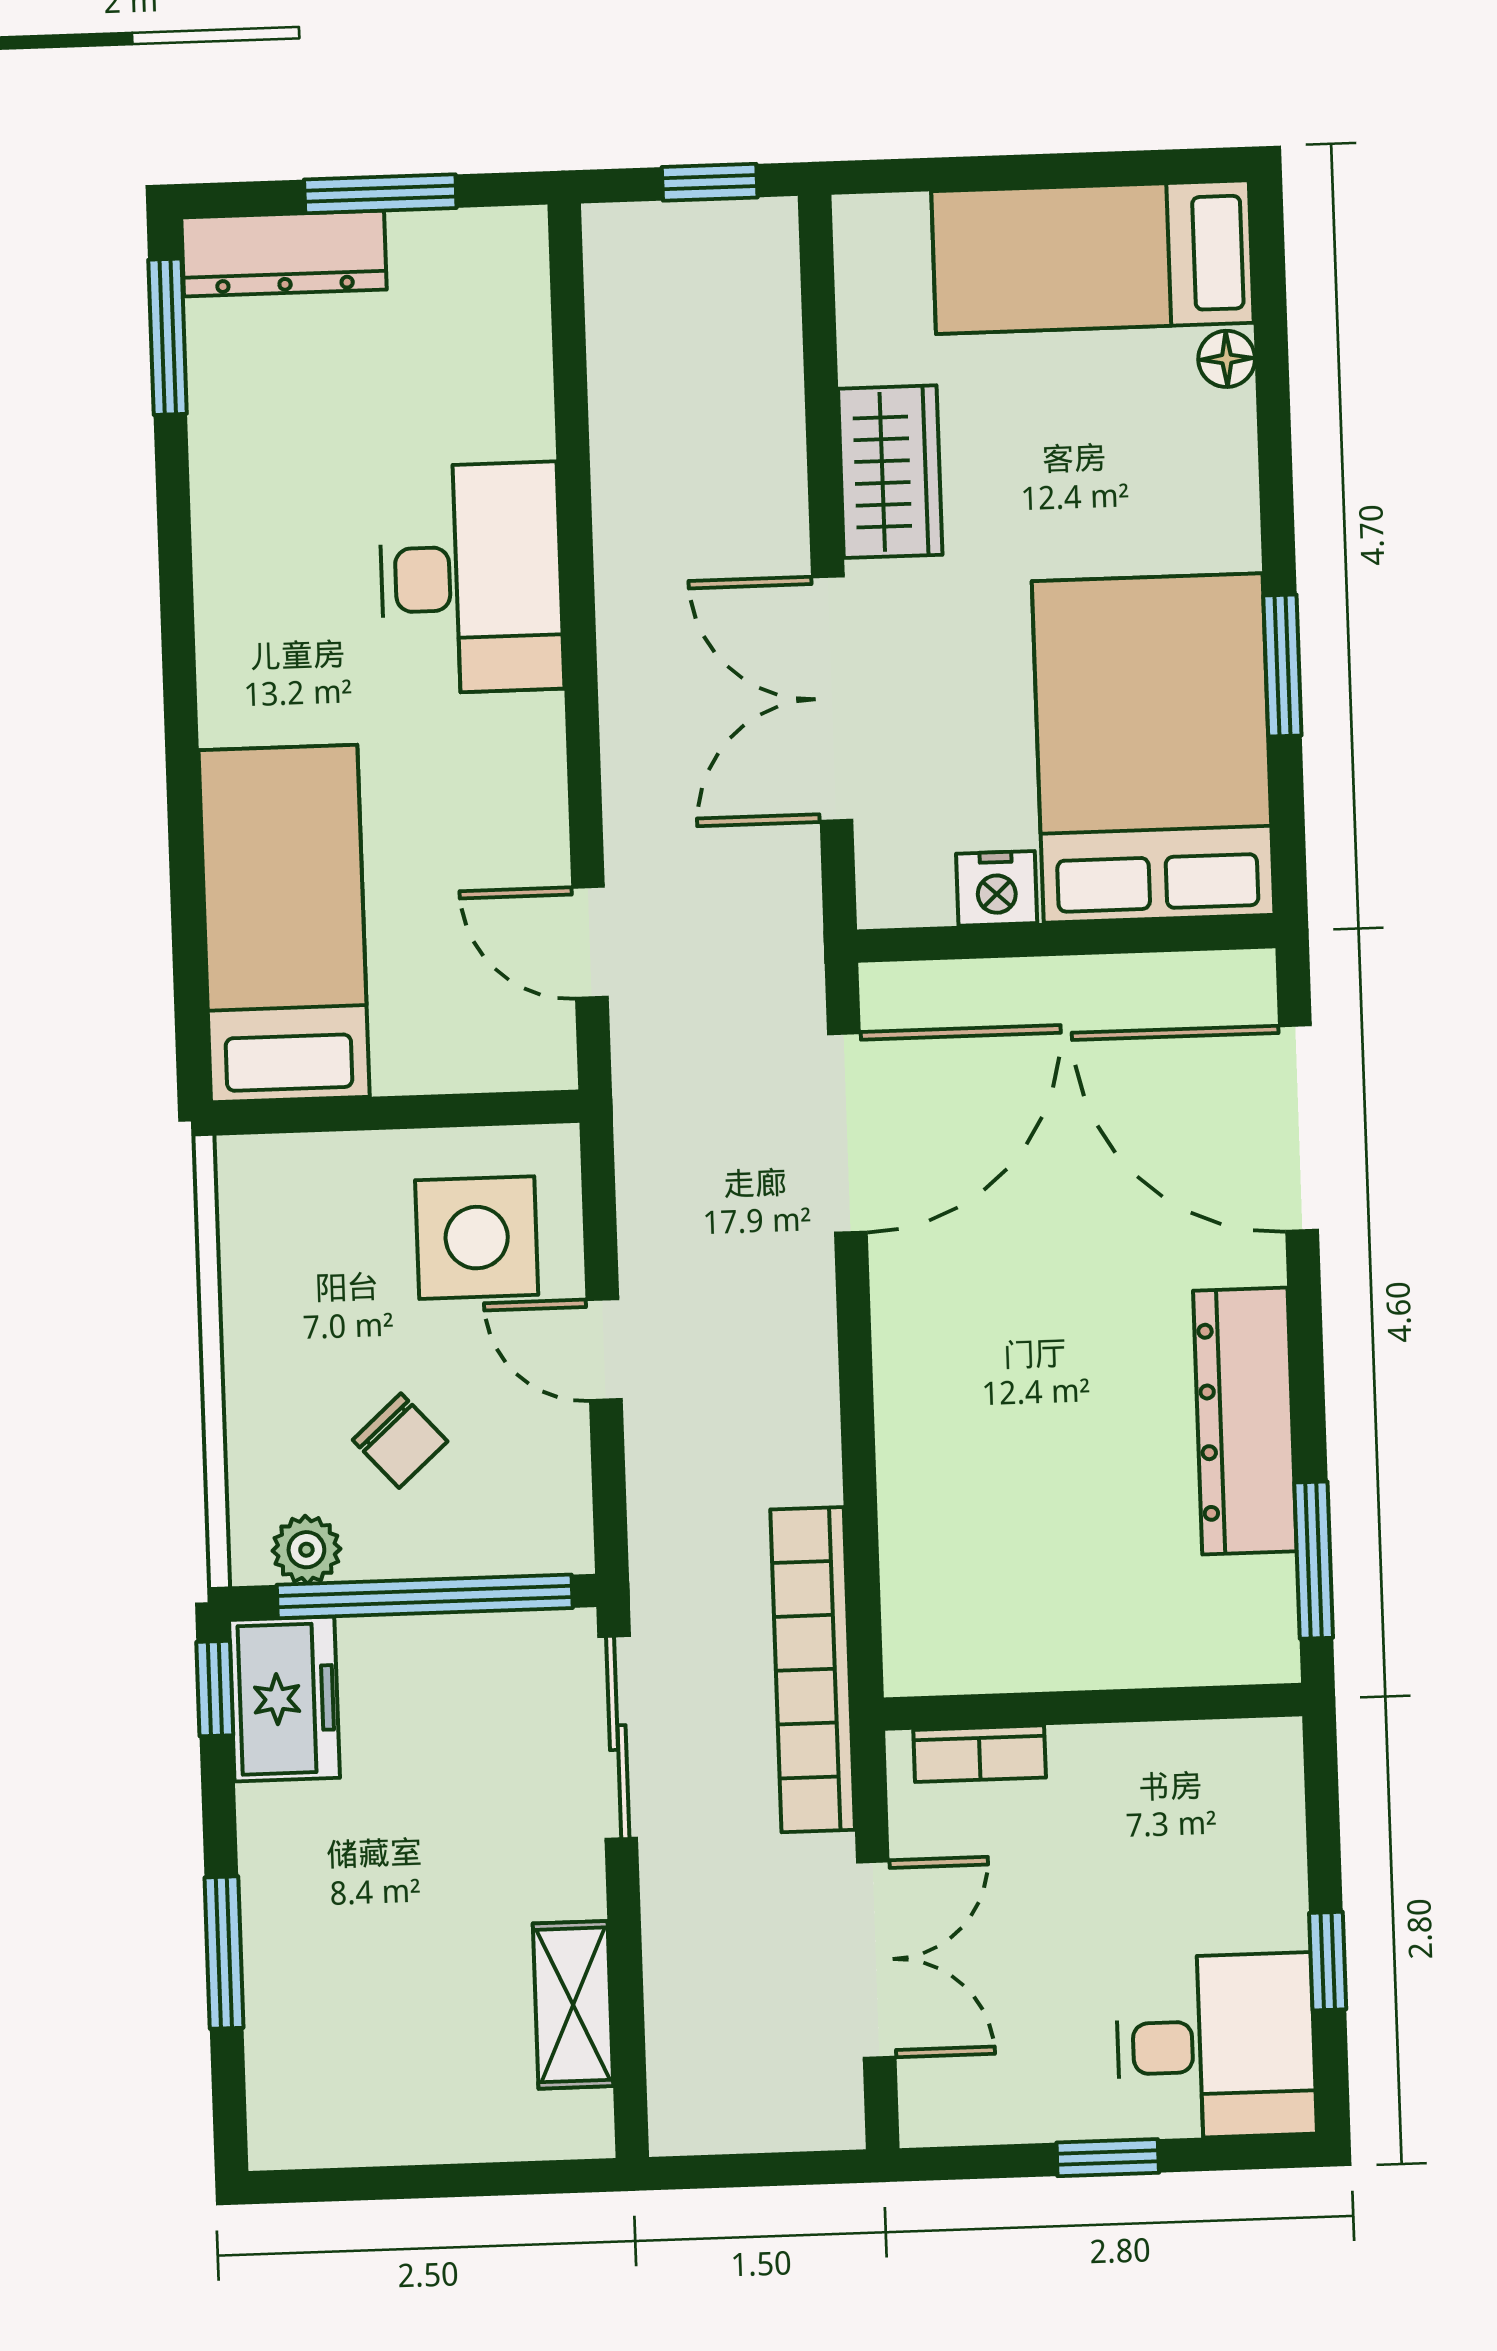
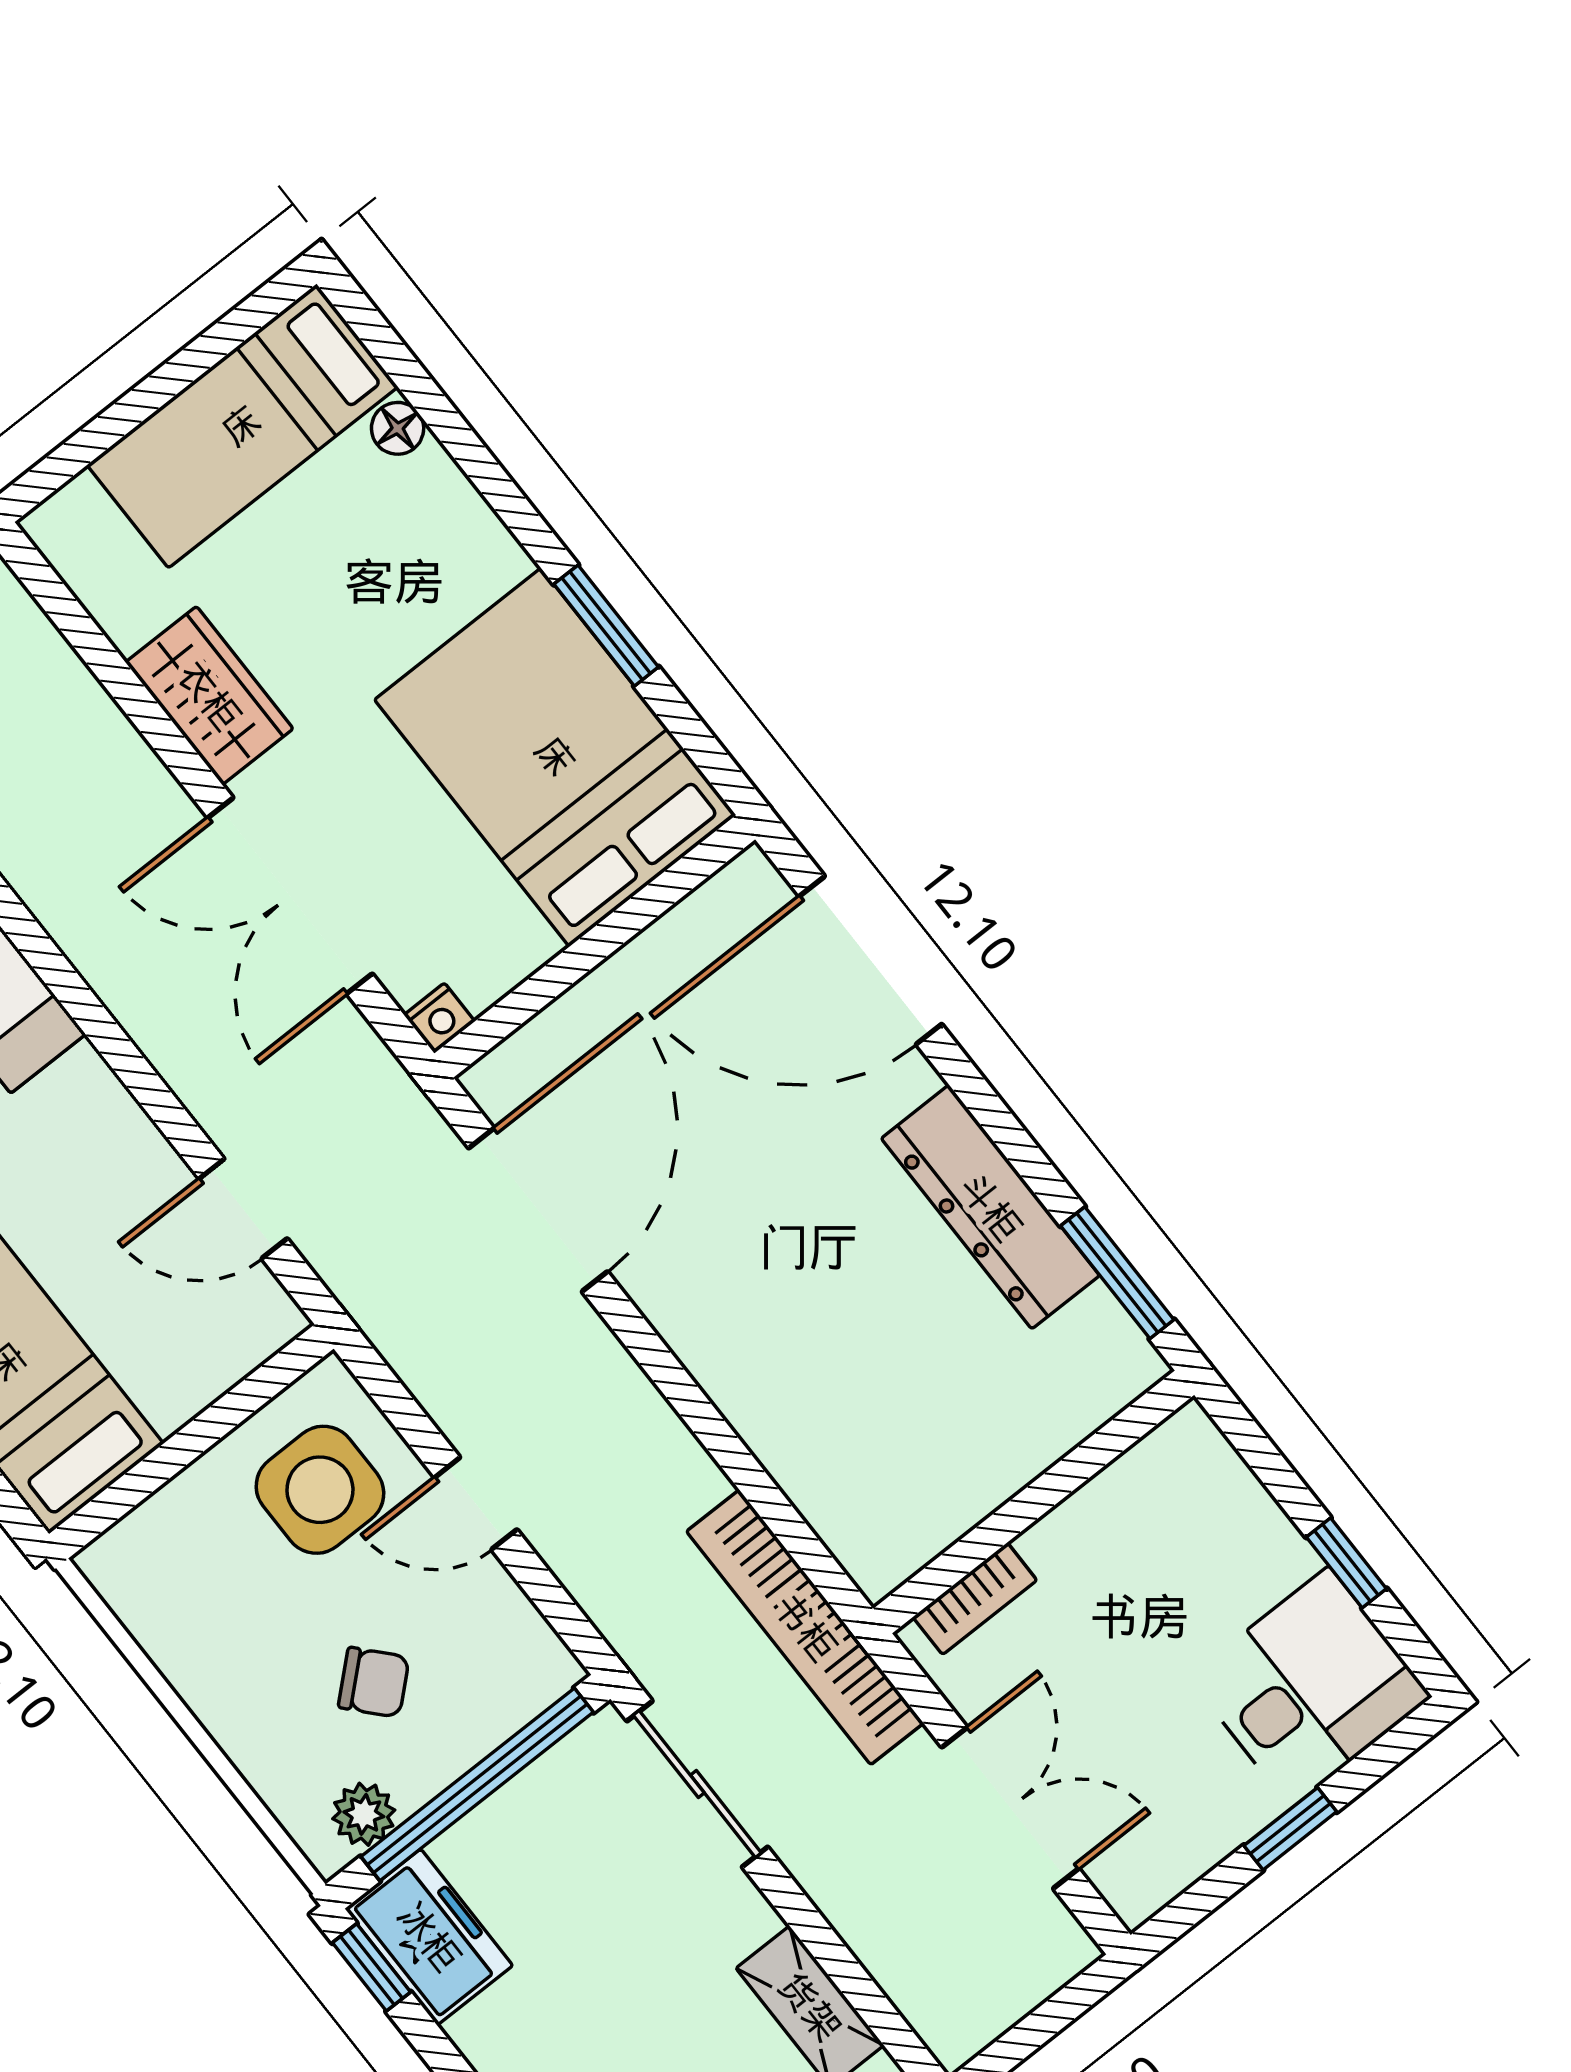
nightstand: (997, 888) -> (439, 1018), moved, width x0.72, depth x0.74

